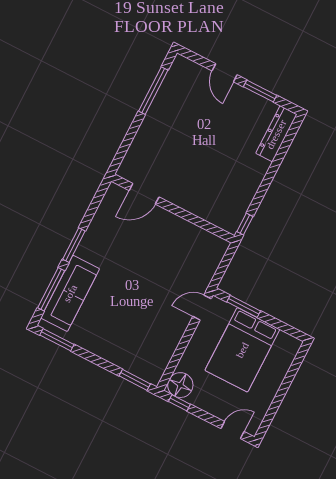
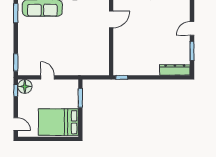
door: (144, 194) -> (111, 19), swing flipped
door: (202, 308) -> (48, 77), moved
bed: (242, 350) -> (58, 122), moved

